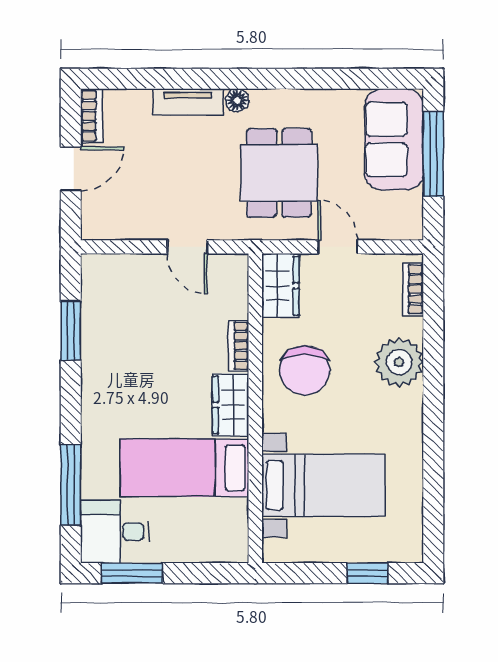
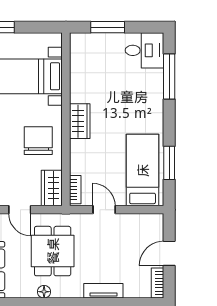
floor lamp: (237, 100) -> (44, 292), moved
bookcase: (238, 346) -> (75, 190), moved
bed: (184, 468) -> (143, 170), moved, turned -90
window: (132, 573) -> (108, 27), moved

